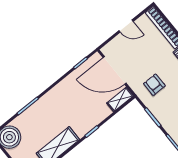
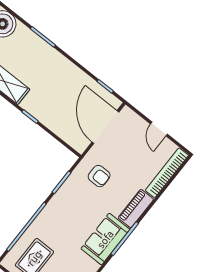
armchair: (154, 85) -> (99, 176), turned 90
shelving: (120, 99) -> (74, 141), removed

